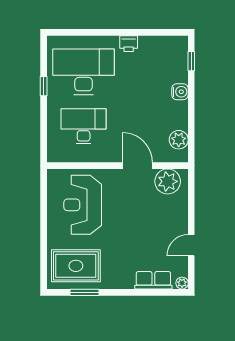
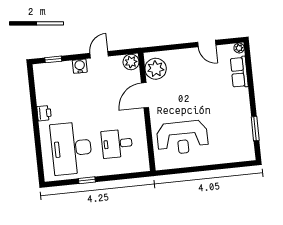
door: (191, 116) -> (99, 55), added
desk: (84, 126) -> (117, 144), width x0.73
plant: (179, 140) -> (131, 62), moved
rug: (76, 266) -> (234, 138), removed

